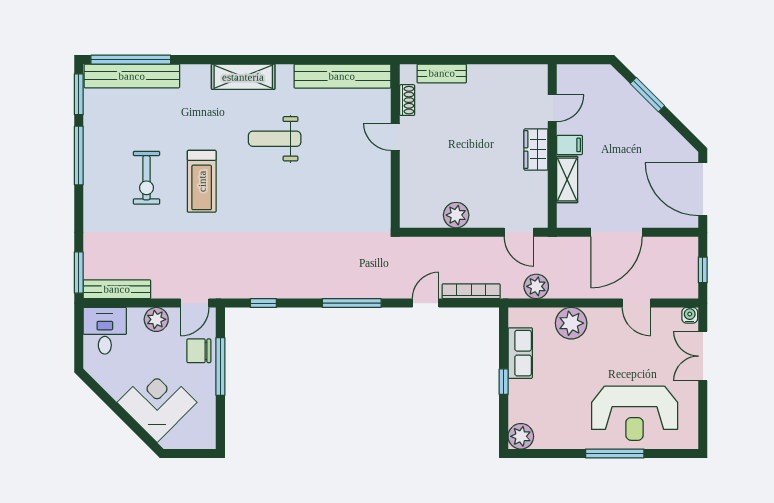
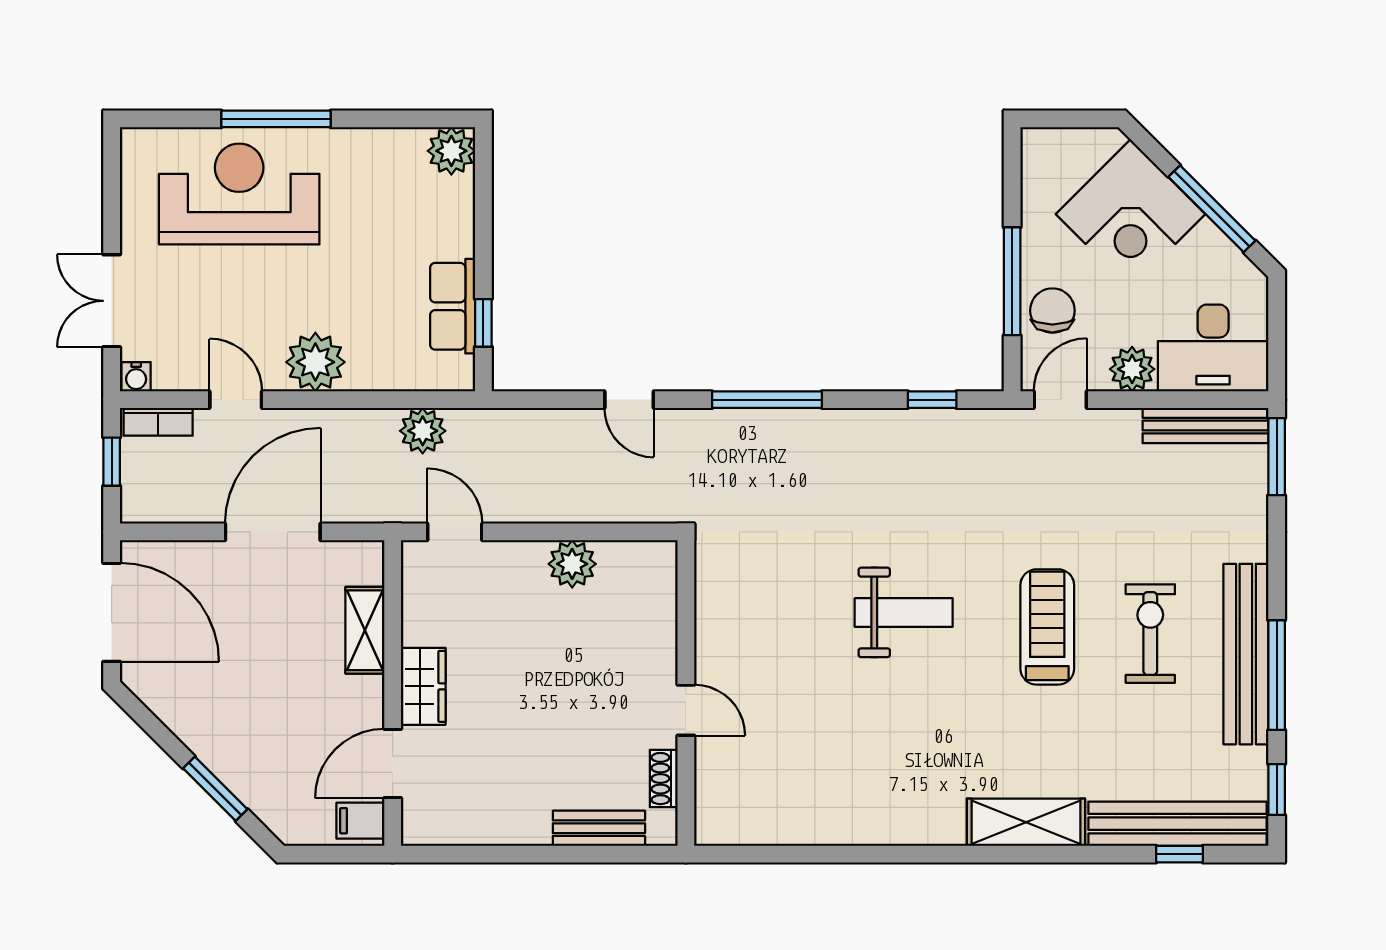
window: (131, 60) -> (1180, 854), width x0.32
bench: (342, 76) -> (1246, 654), moved, turned 90
shelving: (243, 77) -> (1026, 822), moved
window: (79, 94) -> (1277, 790), width x0.67
door: (552, 108) -> (393, 763), width x1.38
weight bench: (275, 139) -> (904, 612), moved
filing cabinet: (570, 145) -> (360, 821), moved
bookcase: (471, 291) -> (158, 422), moved, width x0.64
door: (426, 303) -> (629, 400), hinge flipped
plant: (571, 323) -> (315, 362), moved
desk: (105, 331) -> (1213, 348), width x1.37
chair: (199, 351) -> (1052, 311), turned -90
double door: (703, 356) -> (112, 301), swing flipped
window: (504, 382) -> (483, 323), moved
window: (113, 405) -> (1212, 209), added

